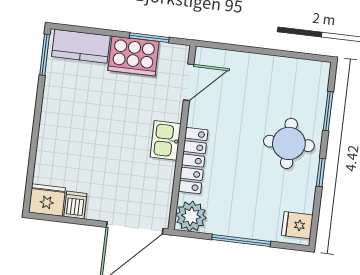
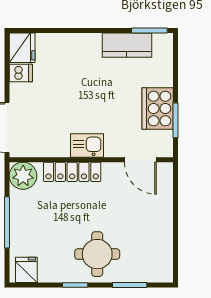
kitchen counter: (81, 46) -> (127, 45), moved, turned -90

